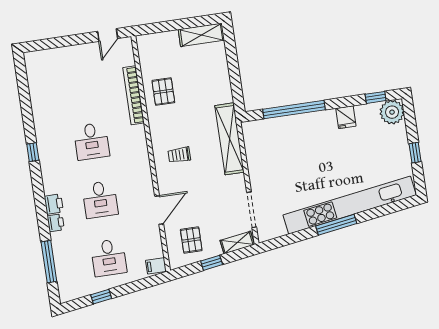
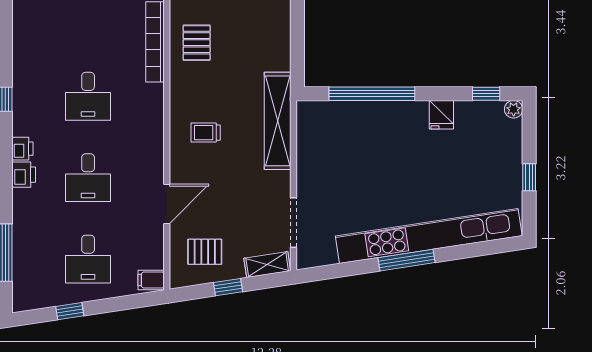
plant: (392, 112) -> (514, 109), width x0.53, depth x0.53
printer: (56, 223) -> (22, 149), moved
pallet: (191, 240) -> (205, 252), turned 90

